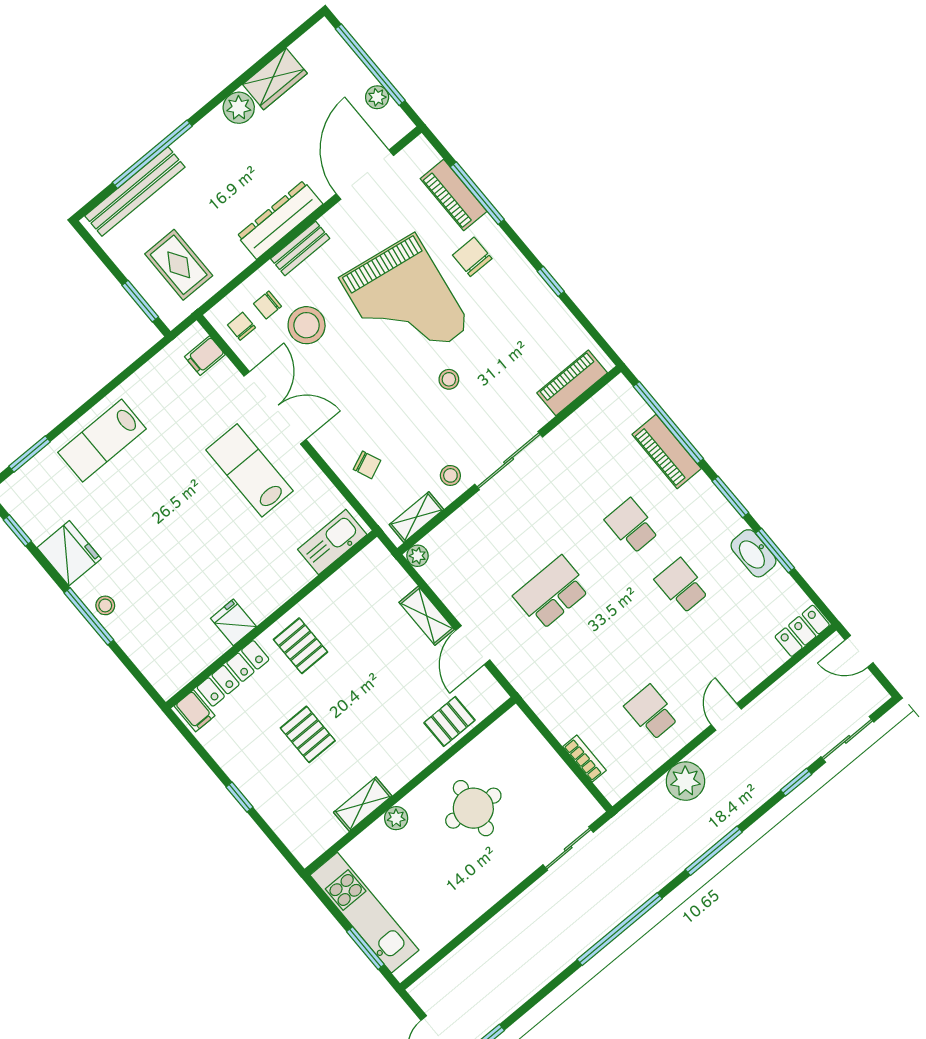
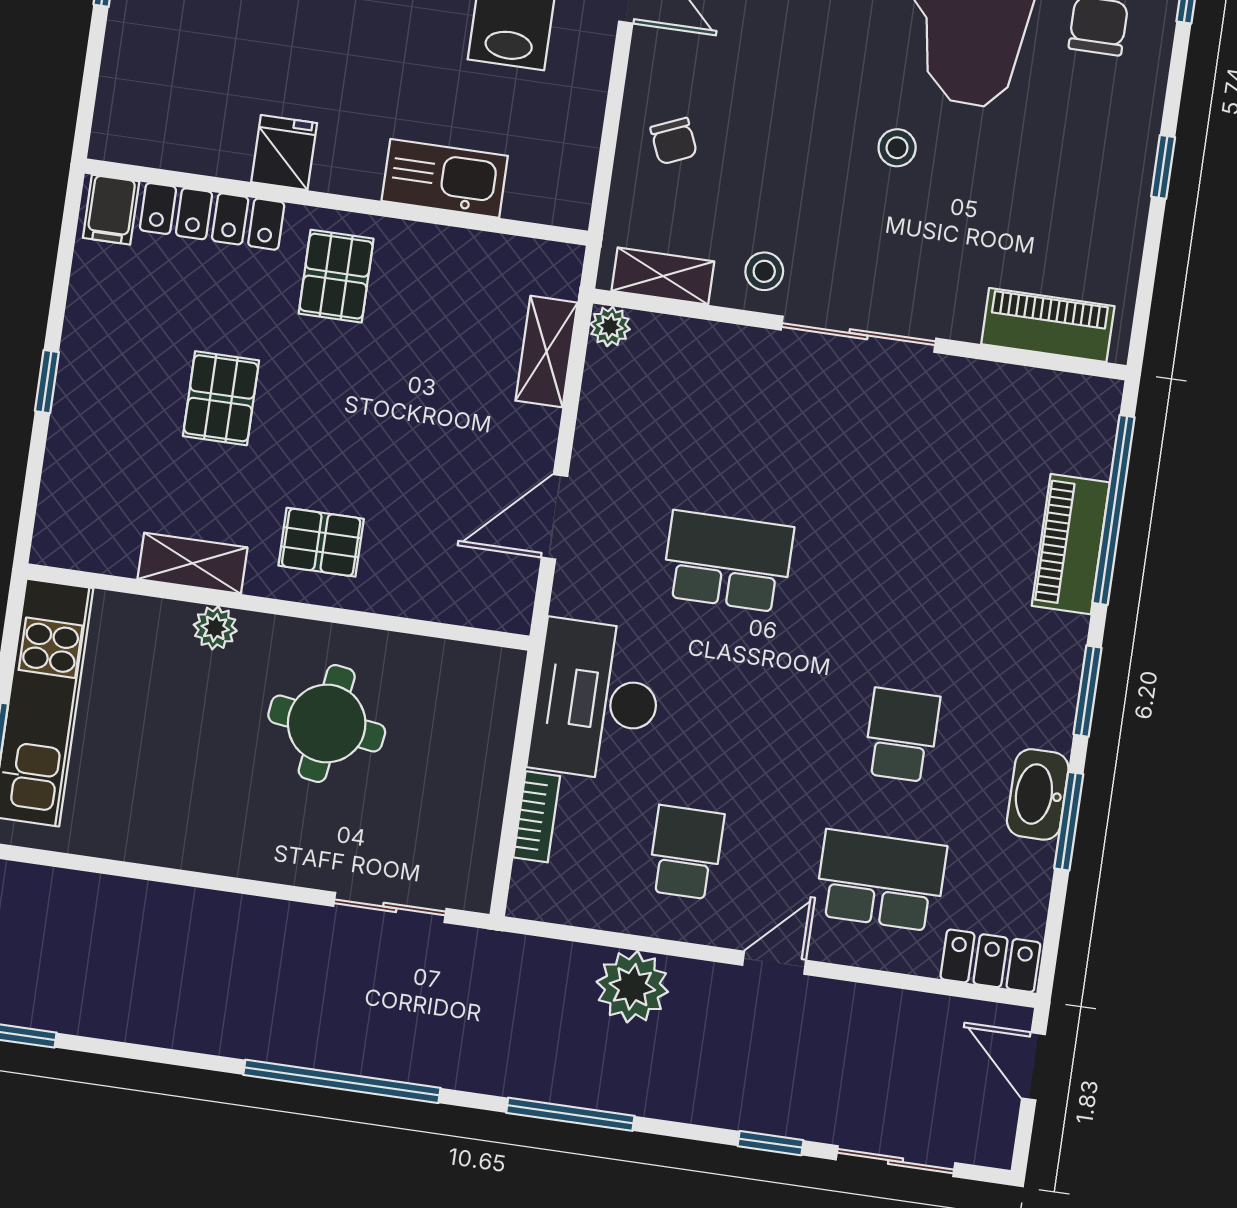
school desk: (632, 526) -> (881, 880), moved, width x1.85
kitchen sink: (332, 542) -> (445, 178), moved
shelving: (427, 616) -> (546, 352), moved
desk: (560, 694) -> (596, 700), added
pallet: (449, 721) -> (321, 542), moved

